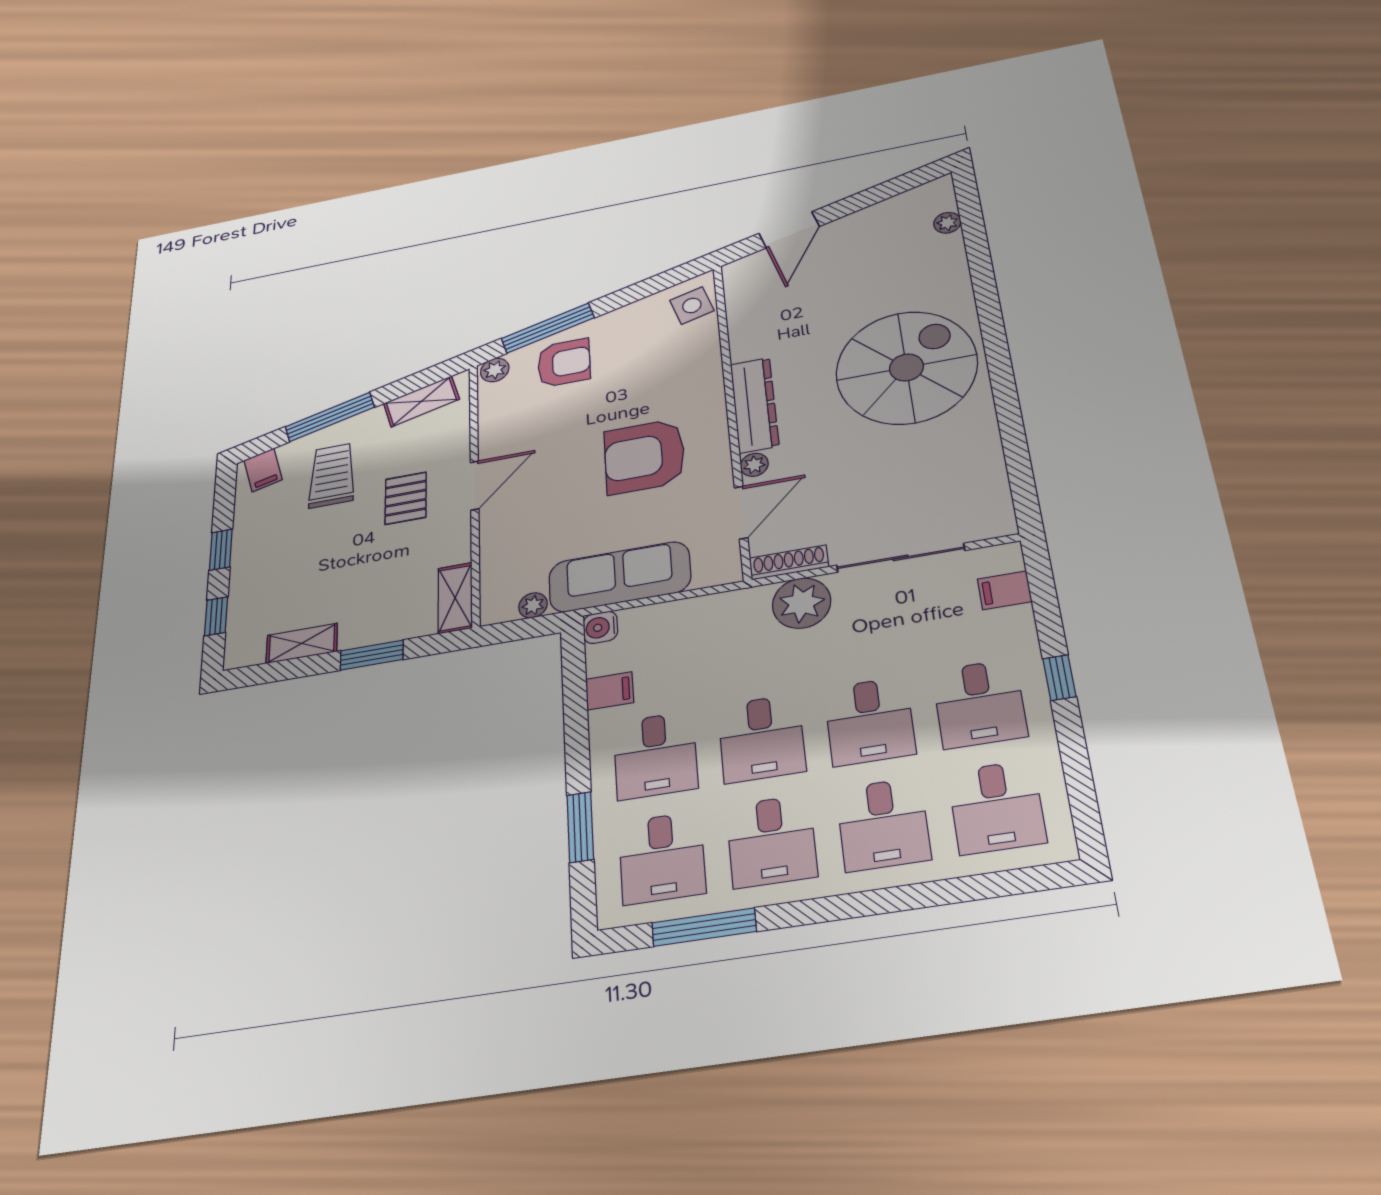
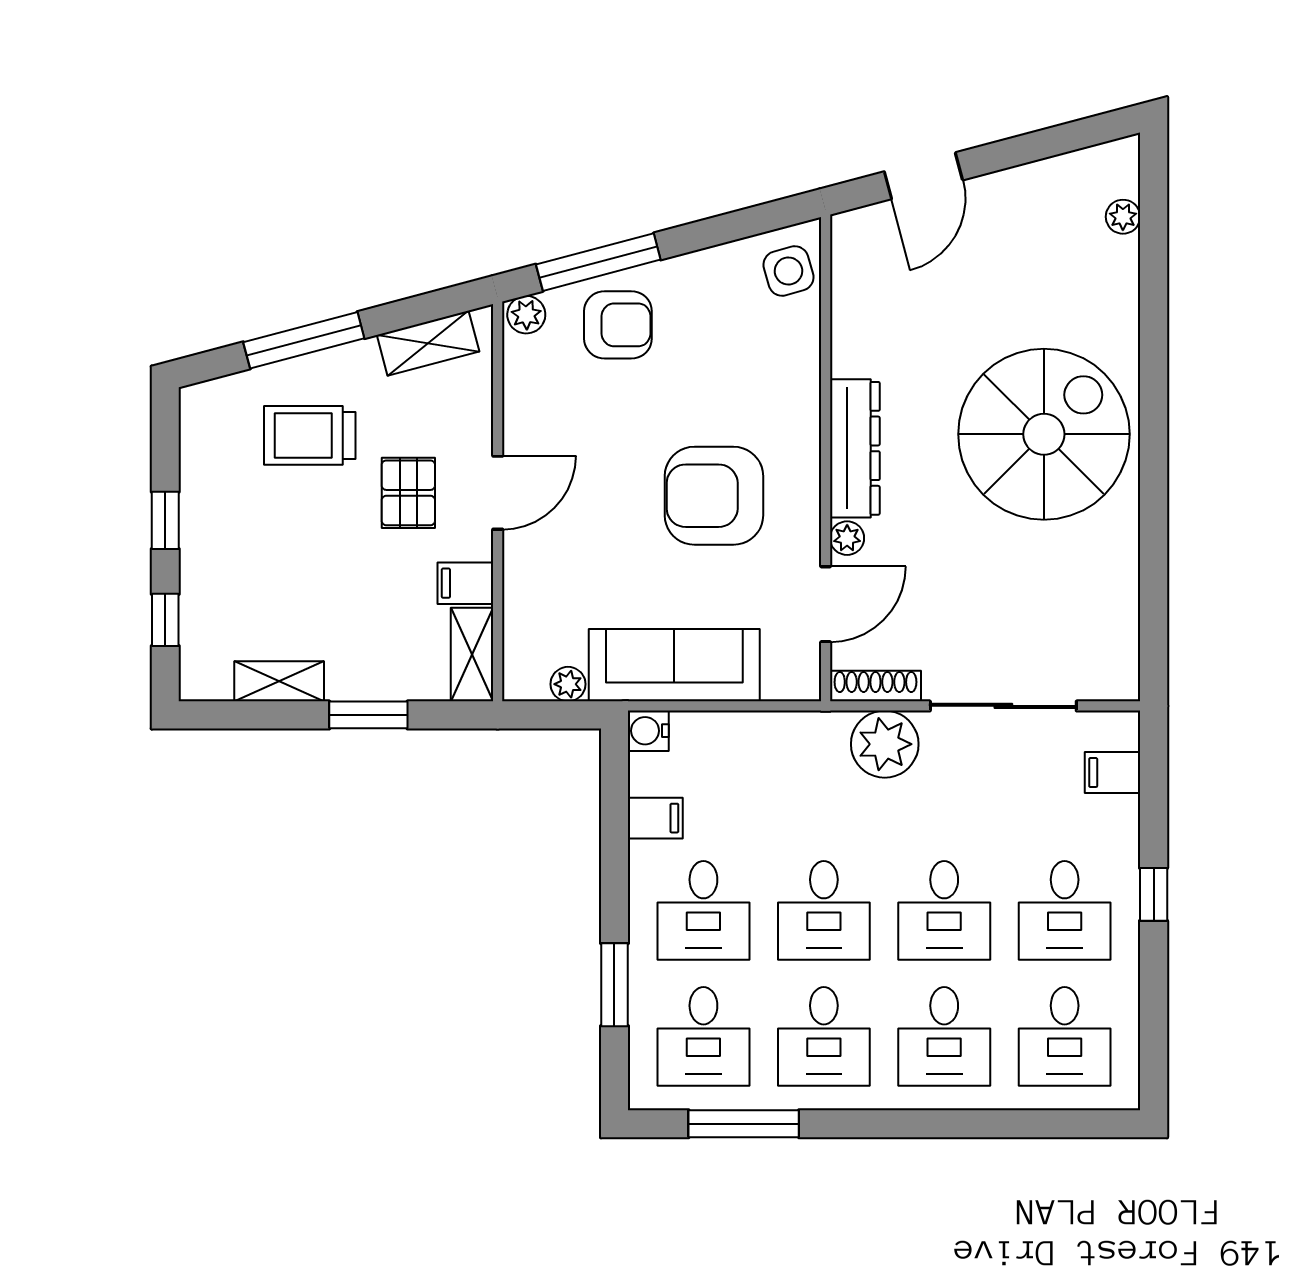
filing cabinet: (263, 470) -> (465, 583), moved, turned 105
trolley: (332, 475) -> (310, 435), turned -90

